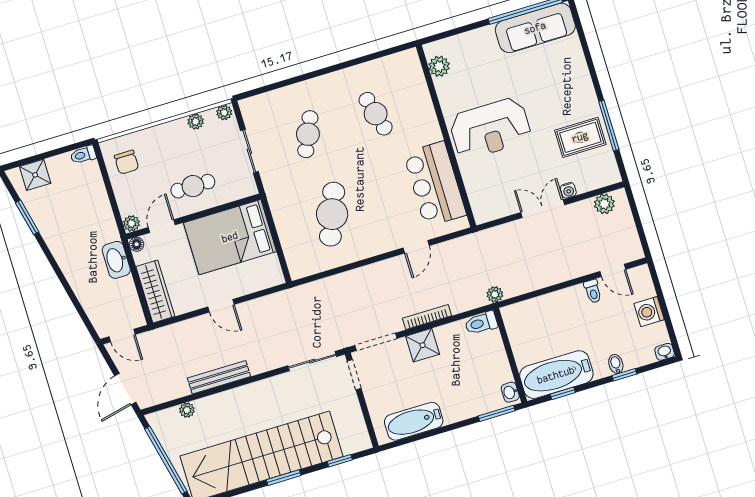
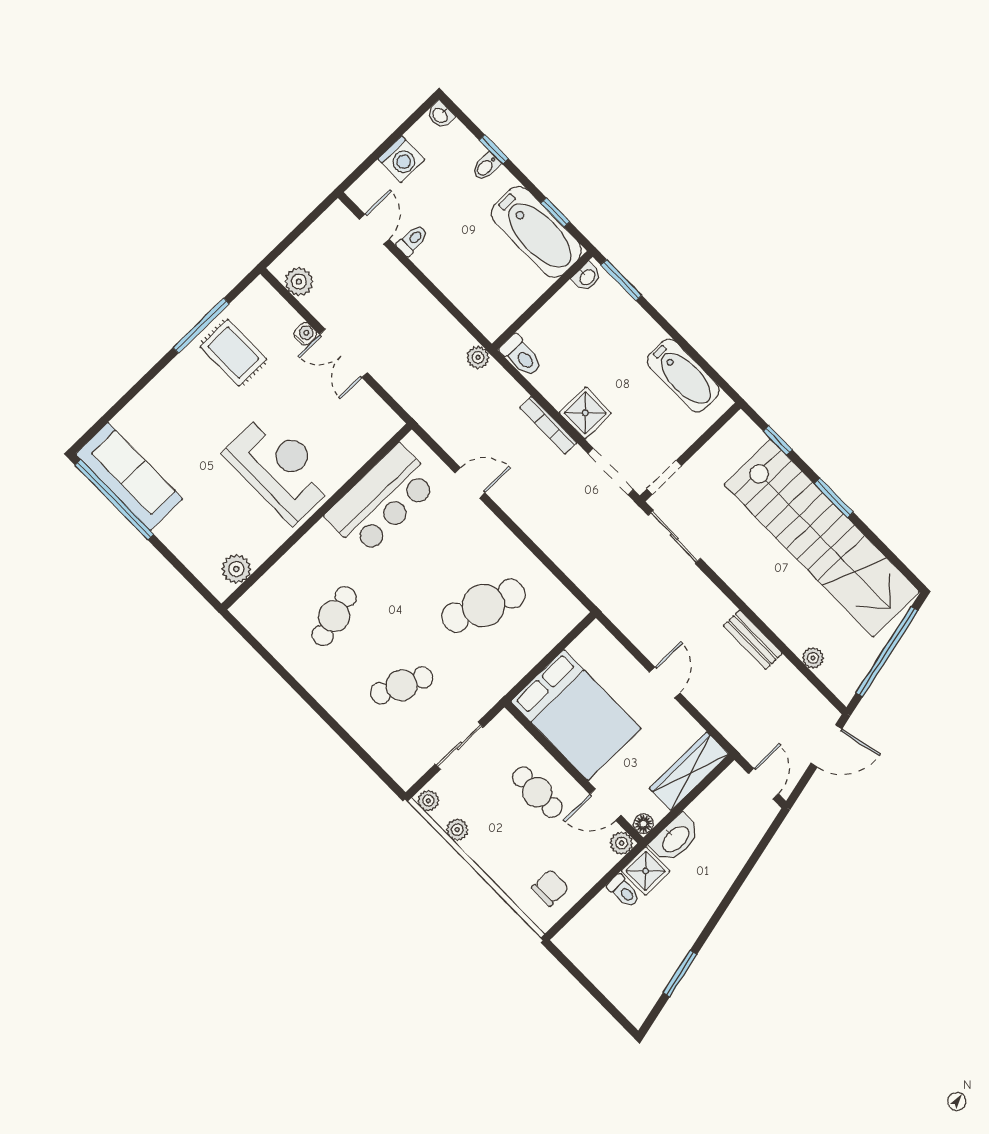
toilet: (83, 155) -> (624, 891), moved
shower: (35, 175) -> (646, 871), moved
bench: (219, 377) -> (753, 640), width x0.73

